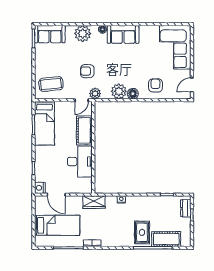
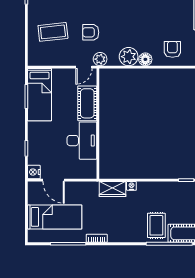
coffee table: (51, 84) -> (53, 32), moved
wardrobe: (94, 202) -> (112, 189), moved

